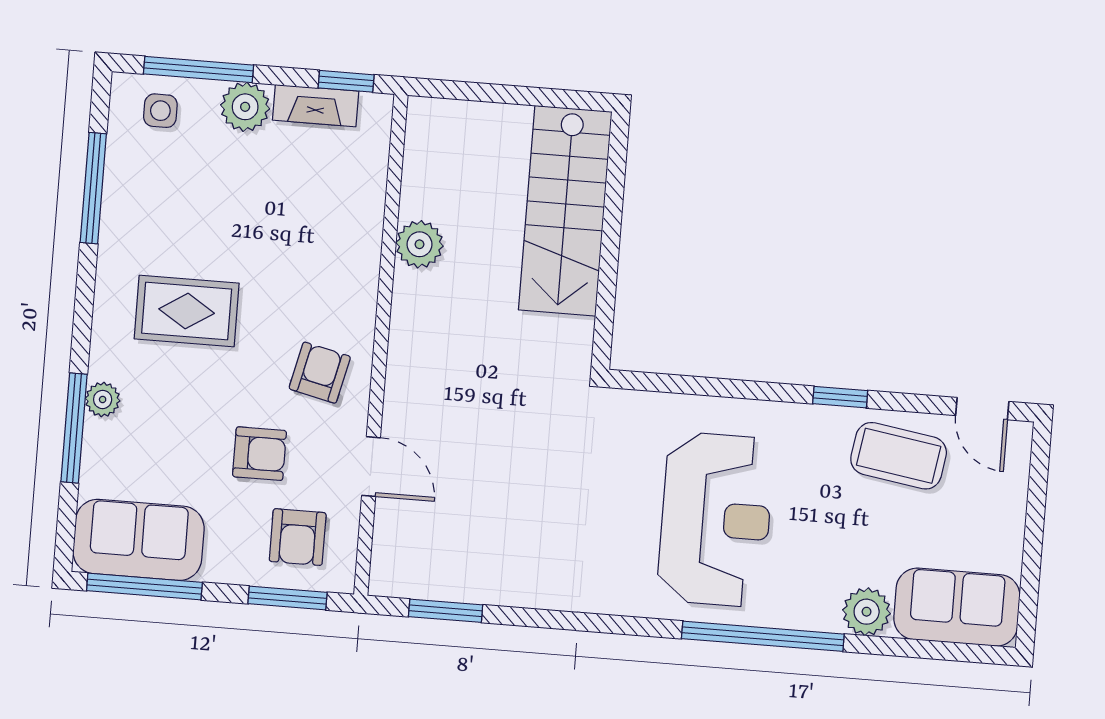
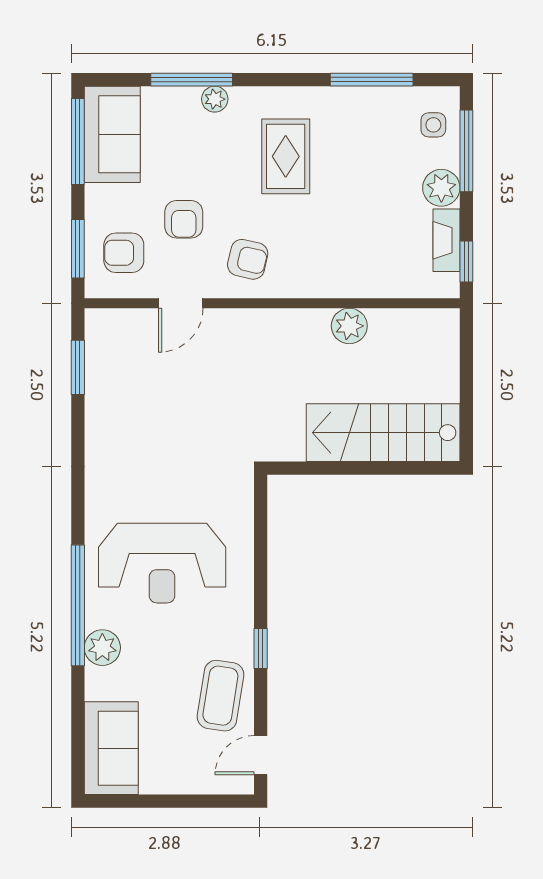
plant: (867, 612) -> (102, 648), moved

